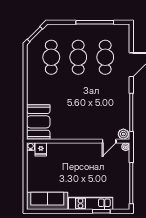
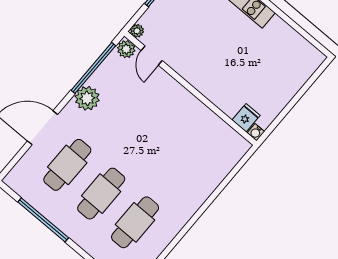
plant: (122, 96) -> (87, 98), added
booth: (38, 122) -> (220, 155), removed
door: (109, 141) -> (152, 55), swing flipped
sofa: (47, 201) -> (293, 46), removed

